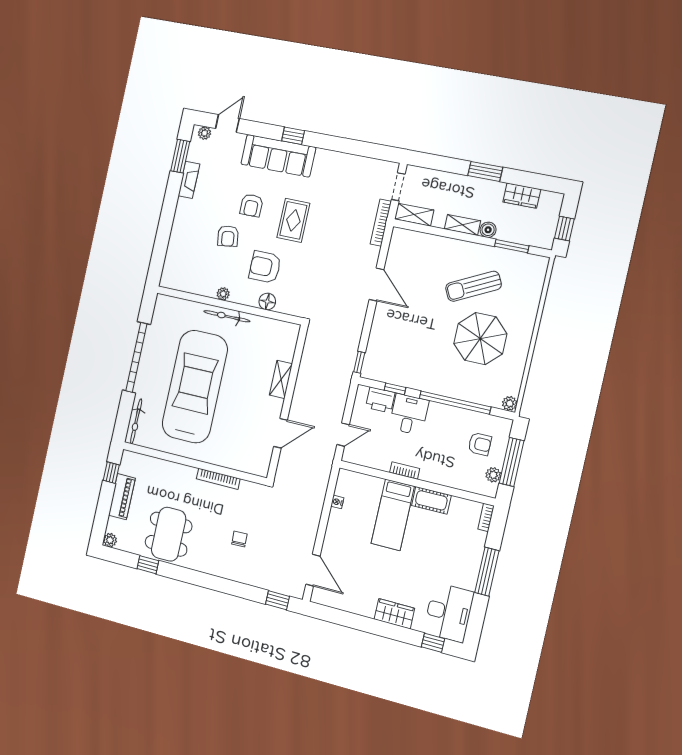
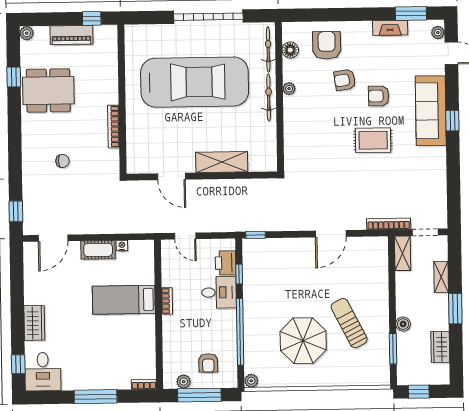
shelving: (462, 225) -> (441, 277), moved
armchair: (265, 267) -> (327, 45), moved
floor lamp: (267, 302) -> (290, 50), moved
shelving: (281, 379) -> (222, 162), width x1.50, depth x1.33
bicycle: (136, 421) -> (268, 49), moved, turned 90
cot: (431, 500) -> (98, 250), moved, turned 90
desk: (449, 612) -> (43, 372), width x0.73

